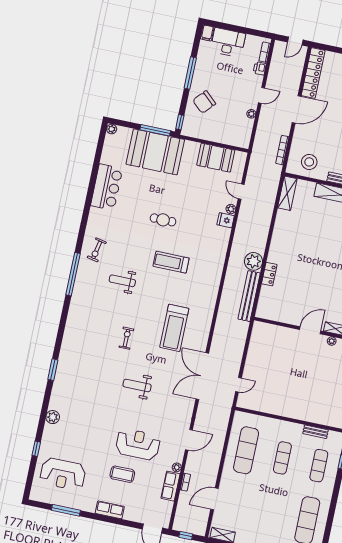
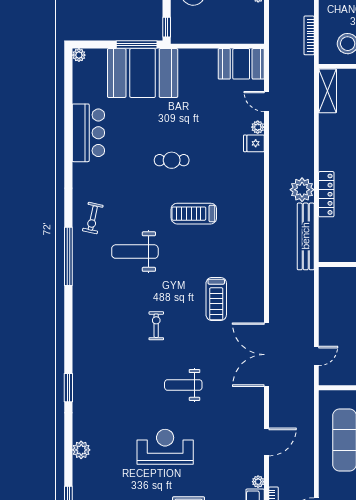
booth: (216, 158) -> (241, 64), moved
locker: (269, 274) -> (326, 194), width x1.53
weight bench: (122, 281) -> (135, 252), width x1.36, depth x1.33
treadmill: (174, 328) -> (216, 299), width x0.73, depth x0.73
reception desk: (138, 444) -> (165, 447), moved

